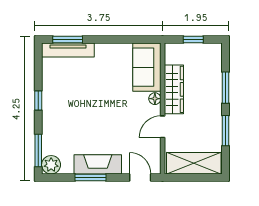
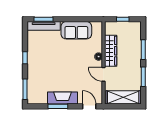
sofa: (147, 67) -> (76, 30), moved, turned -90
door: (163, 127) -> (103, 74), hinge flipped
plant: (51, 165) -> (33, 98), removed

